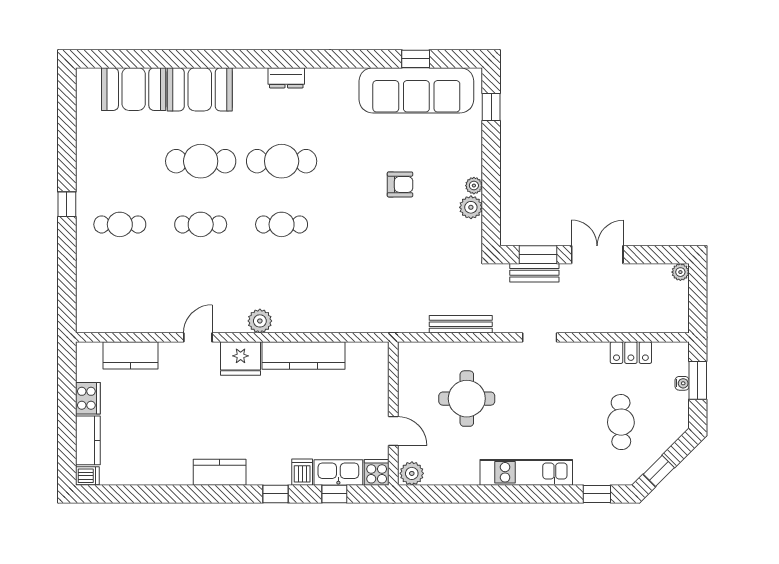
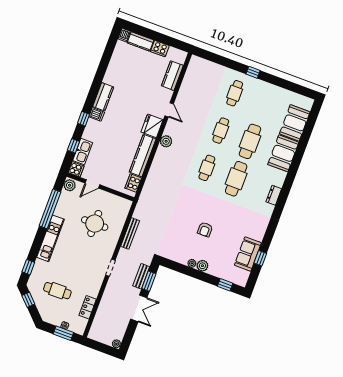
sofa: (416, 90) -> (248, 254), width x0.54, depth x0.79
plant: (471, 207) -> (202, 266), moved
cooker: (362, 354) -> (133, 183), added
dishwasher: (302, 472) -> (97, 114), moved
window: (471, 494) -> (50, 209), added

